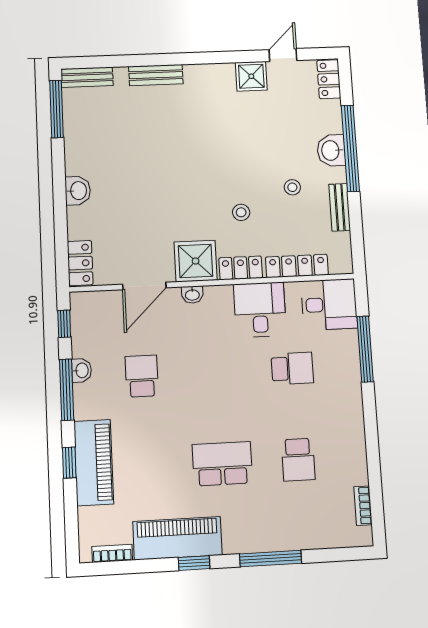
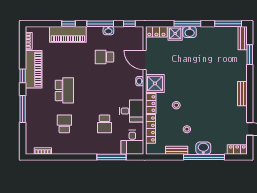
window: (122, 61) -> (250, 55), added
bench: (156, 75) -> (242, 94), moved
shower: (251, 76) -> (175, 33), moved
window: (60, 196) -> (187, 24), added
school desk: (142, 376) -> (105, 57), turned 180
school desk: (298, 460) -> (64, 124), turned 90

